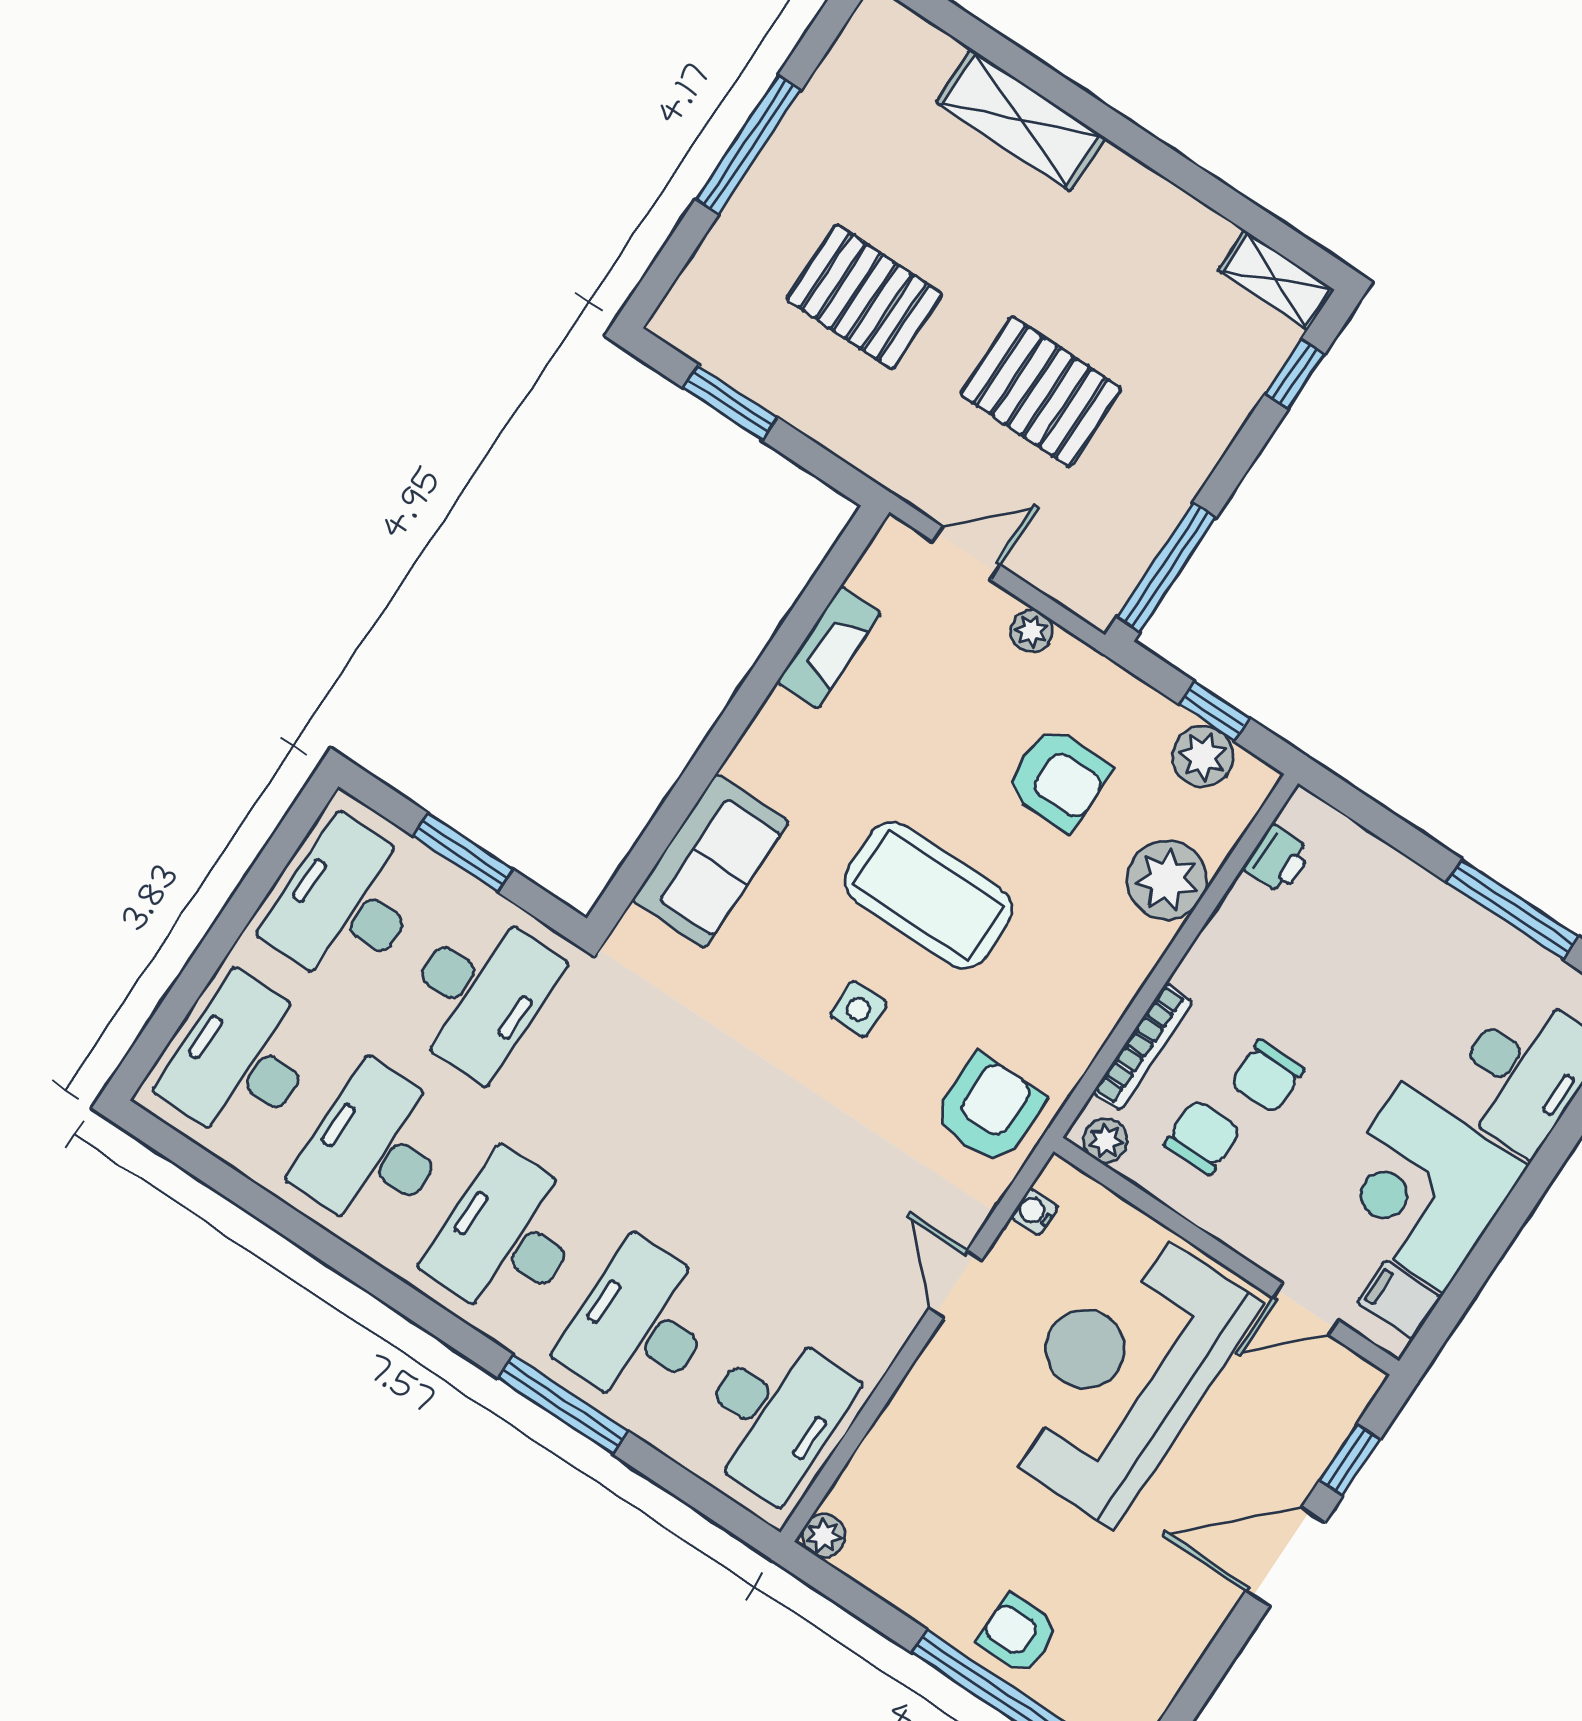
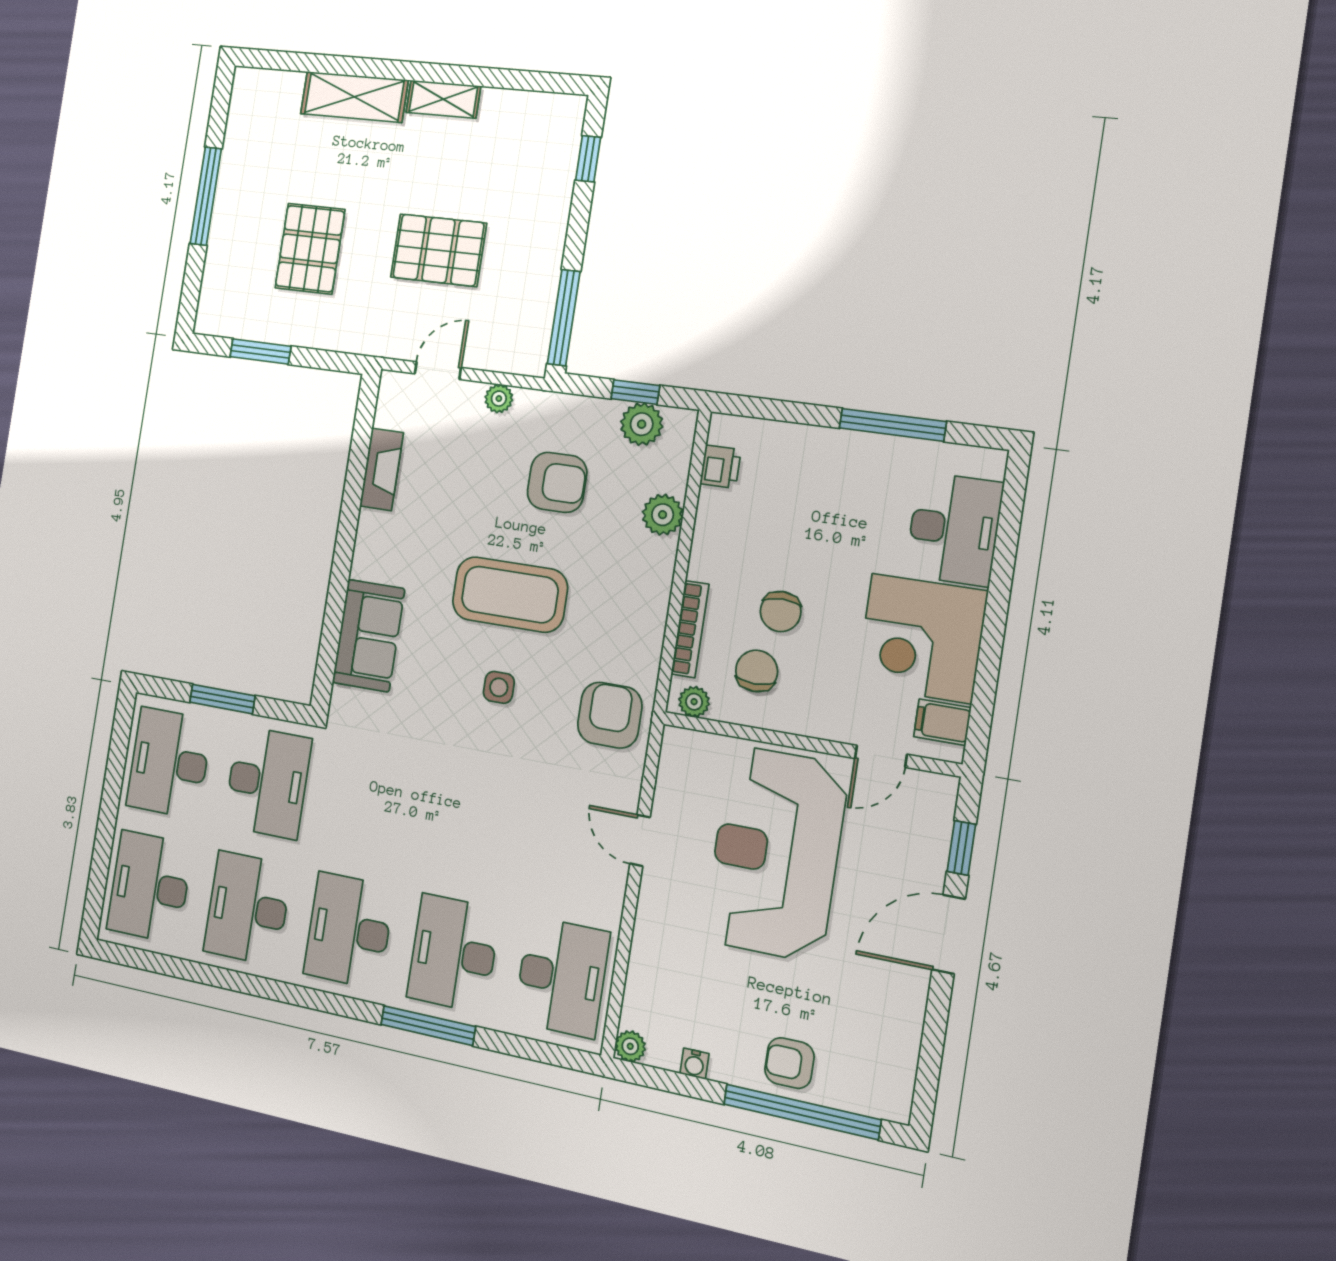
shelving: (1276, 280) -> (443, 99), moved
pallet: (864, 297) -> (310, 249), turned 90
plant: (1167, 880) -> (663, 515), width x0.73, depth x0.73
water cooler: (1034, 1212) -> (694, 1064), moved, turned -90

